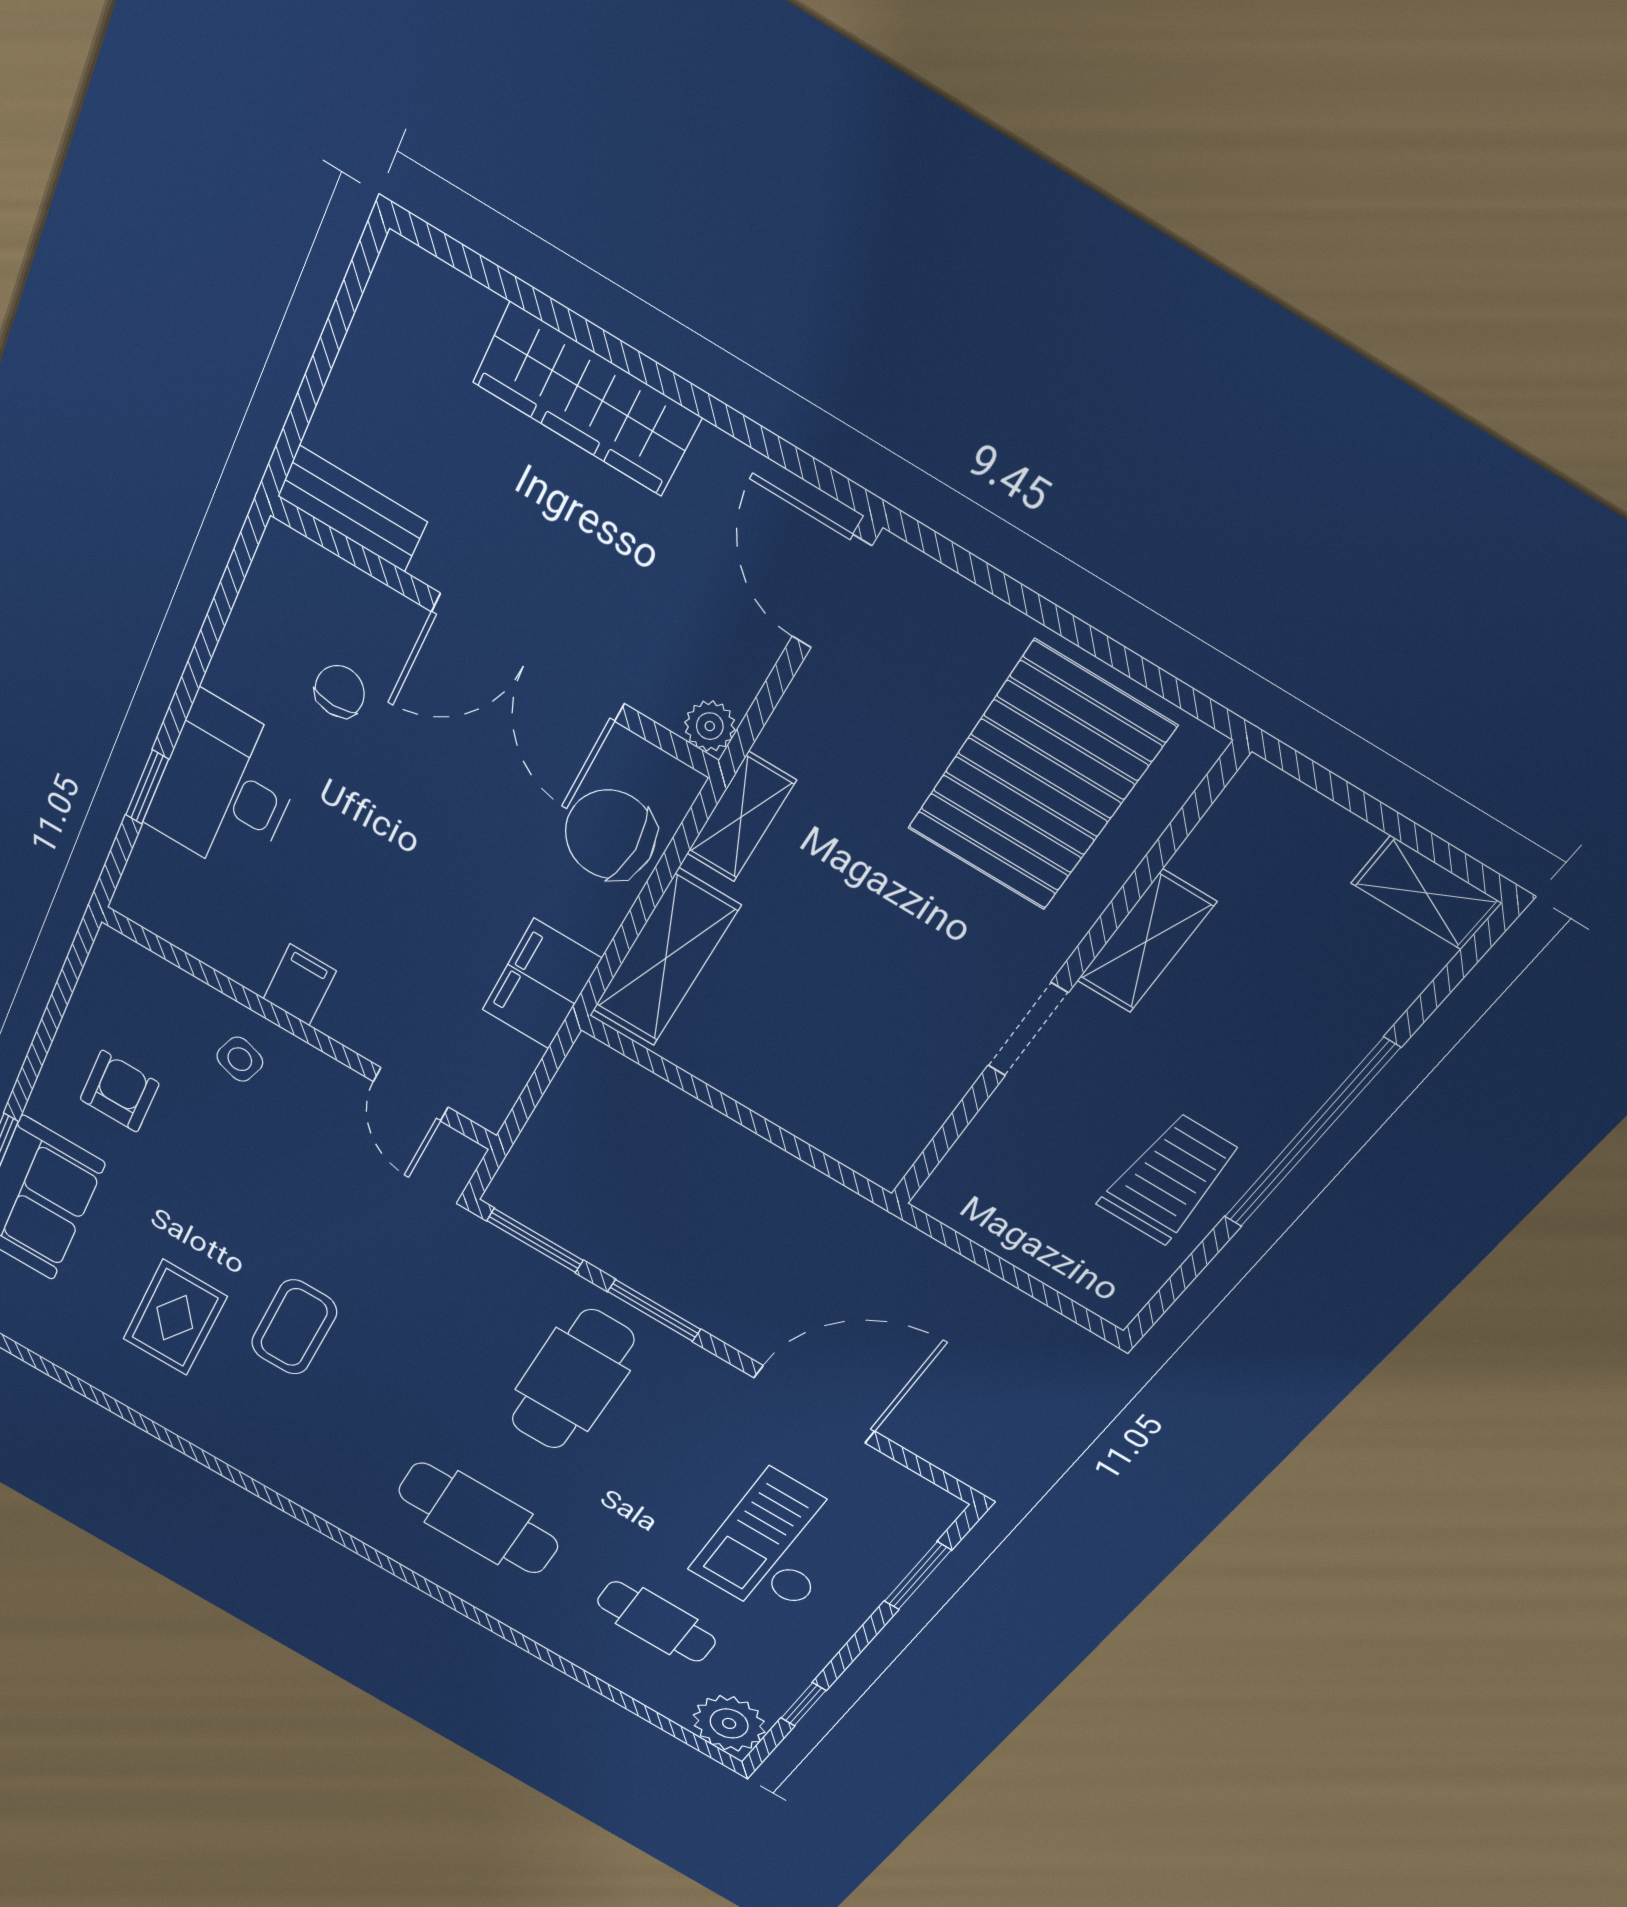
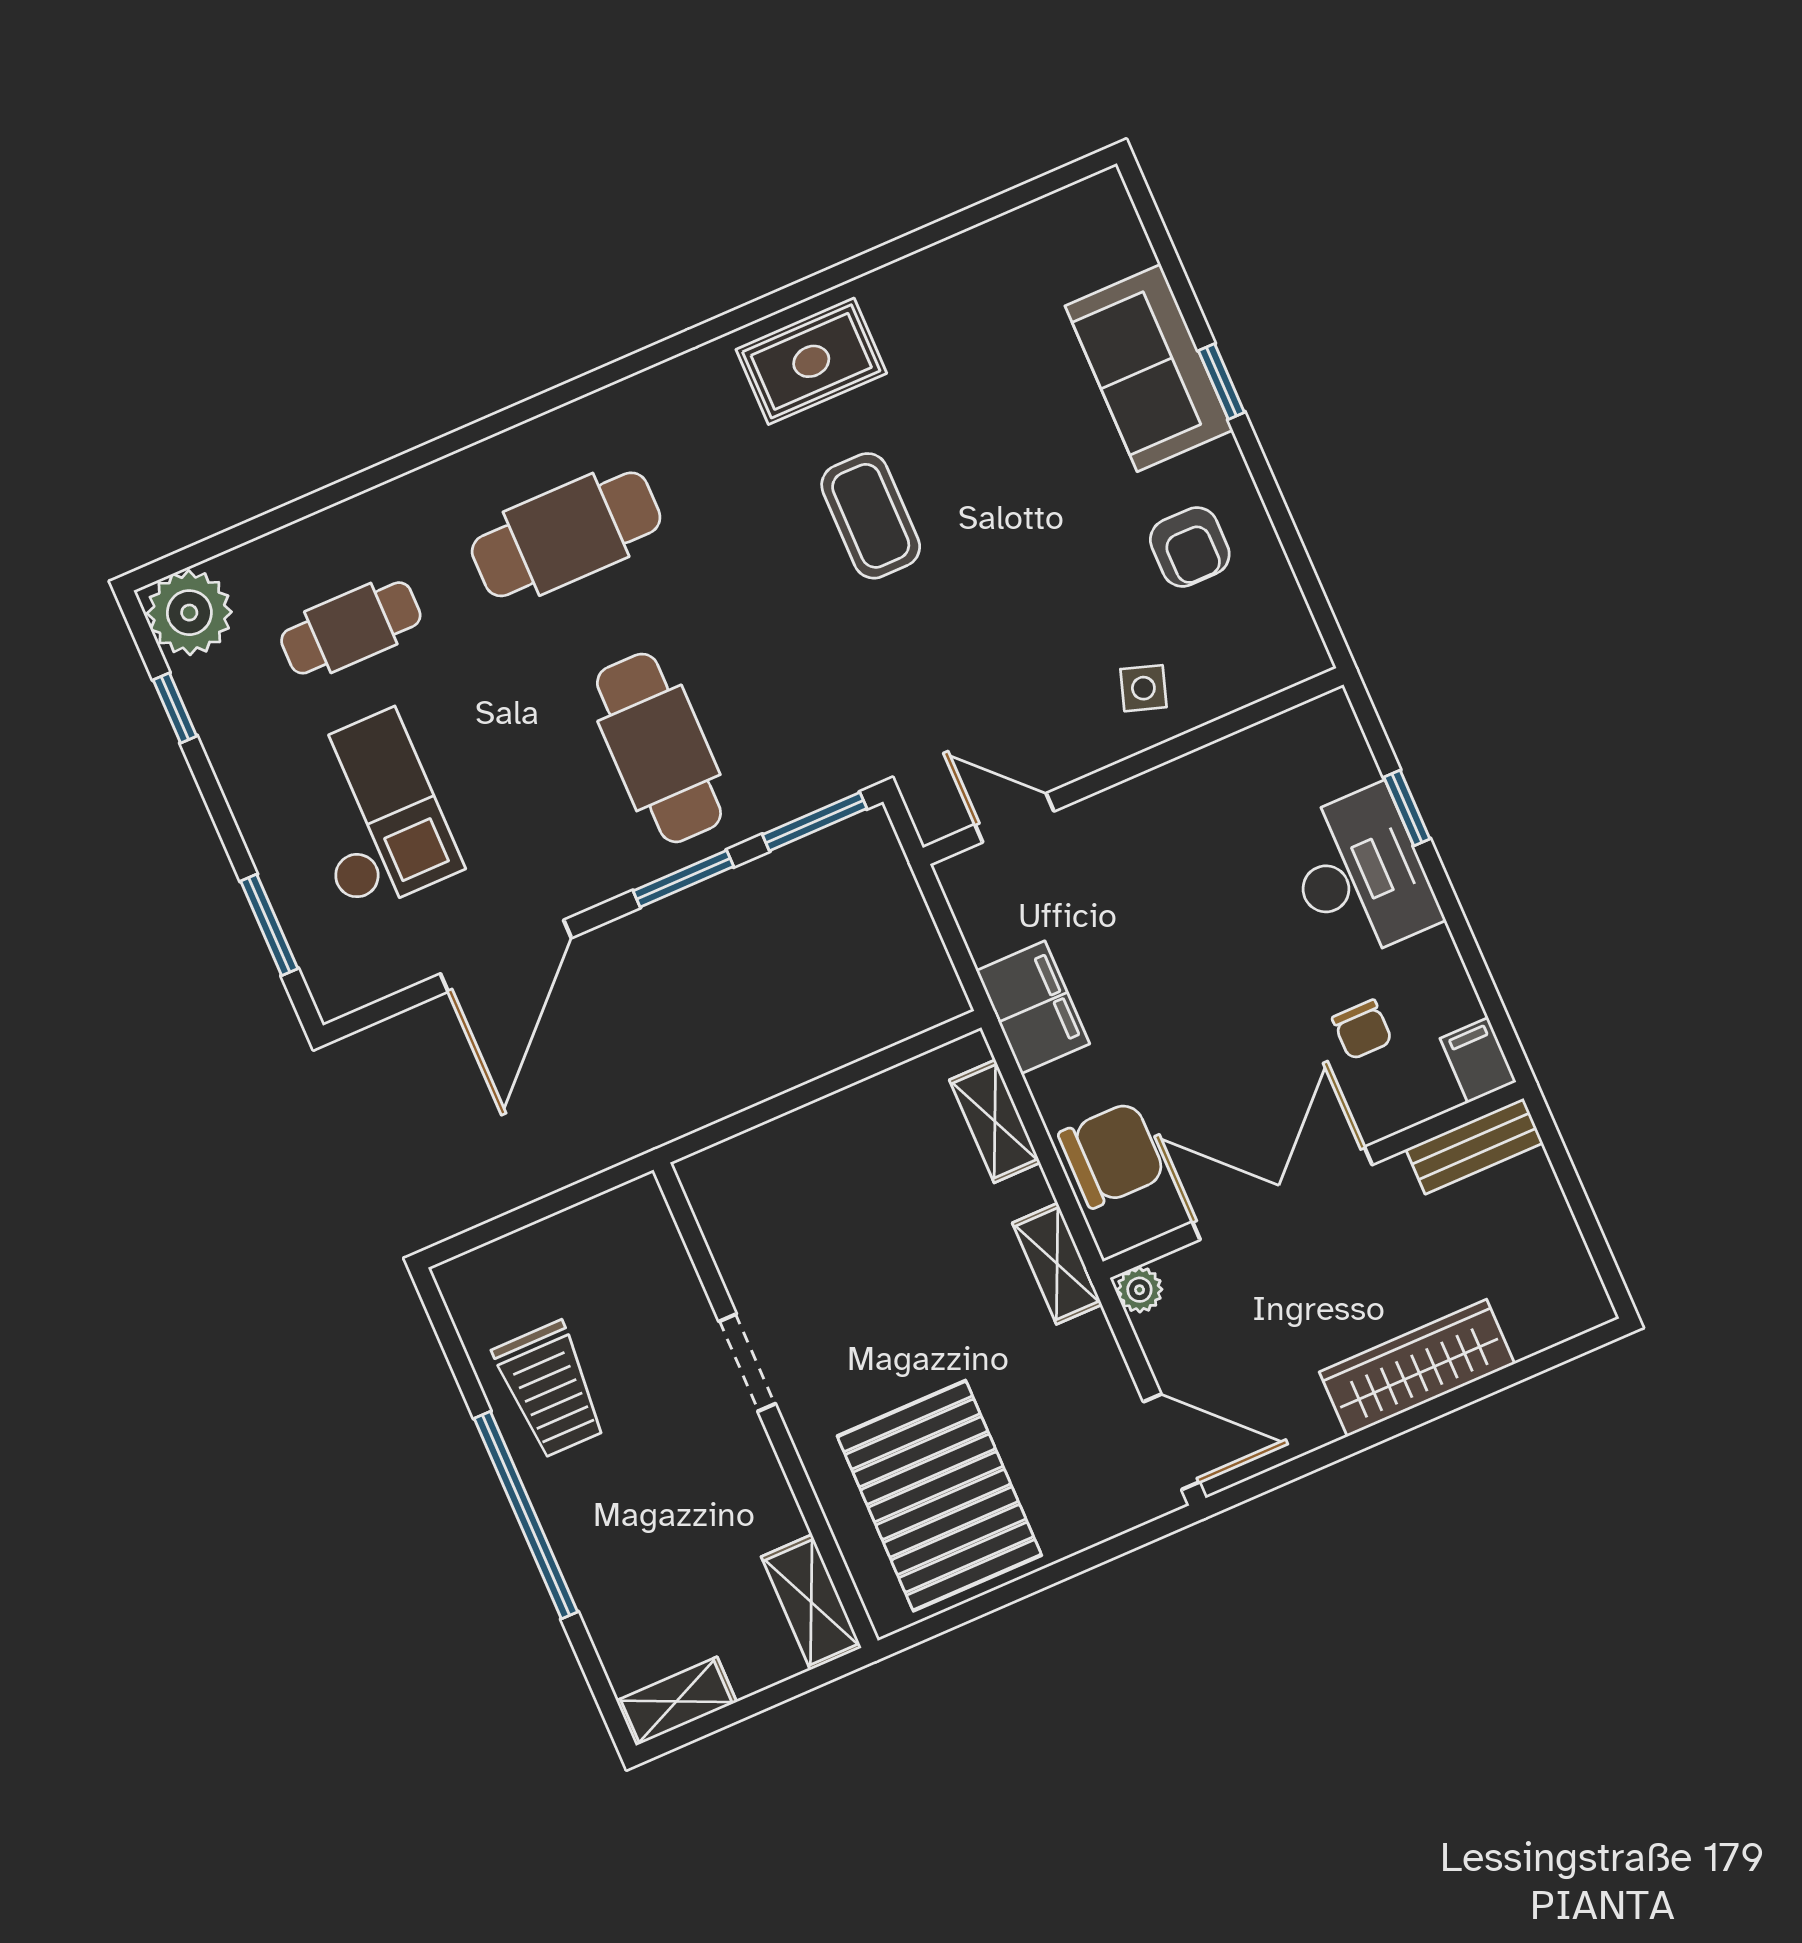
shelving: (1146, 942) -> (811, 1602), moved
shelving: (666, 958) -> (995, 1121), width x0.67, depth x0.75
filing cabinet: (299, 985) -> (1478, 1060), moved, turned 180
rug: (175, 1318) -> (811, 361), moved, turned 90

